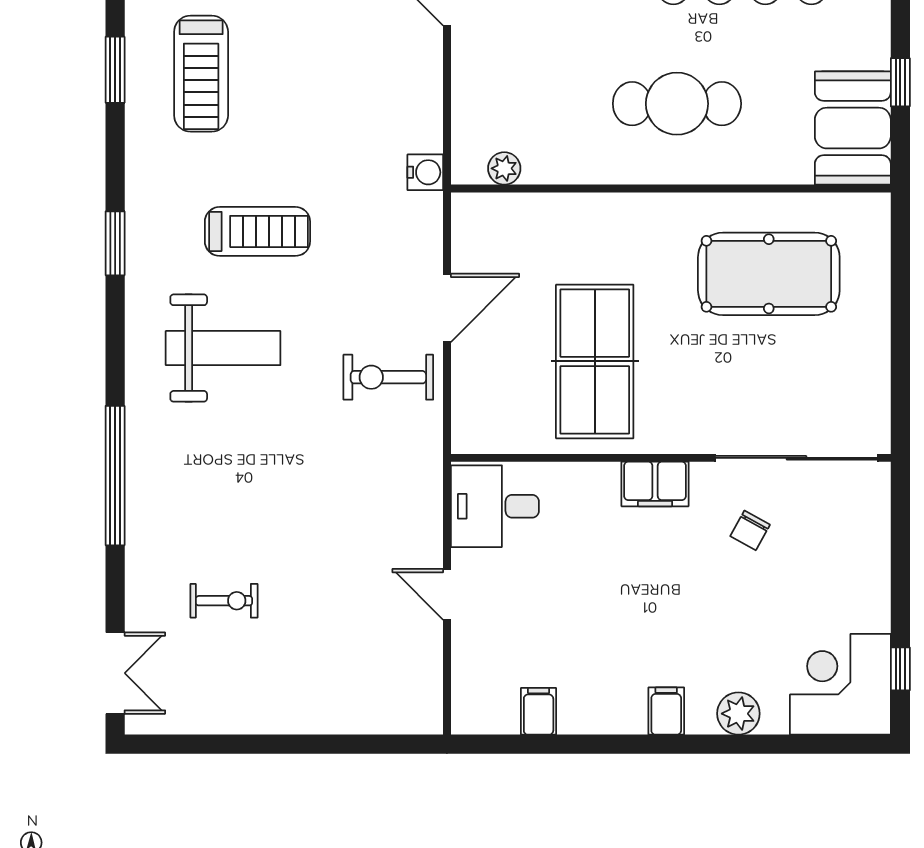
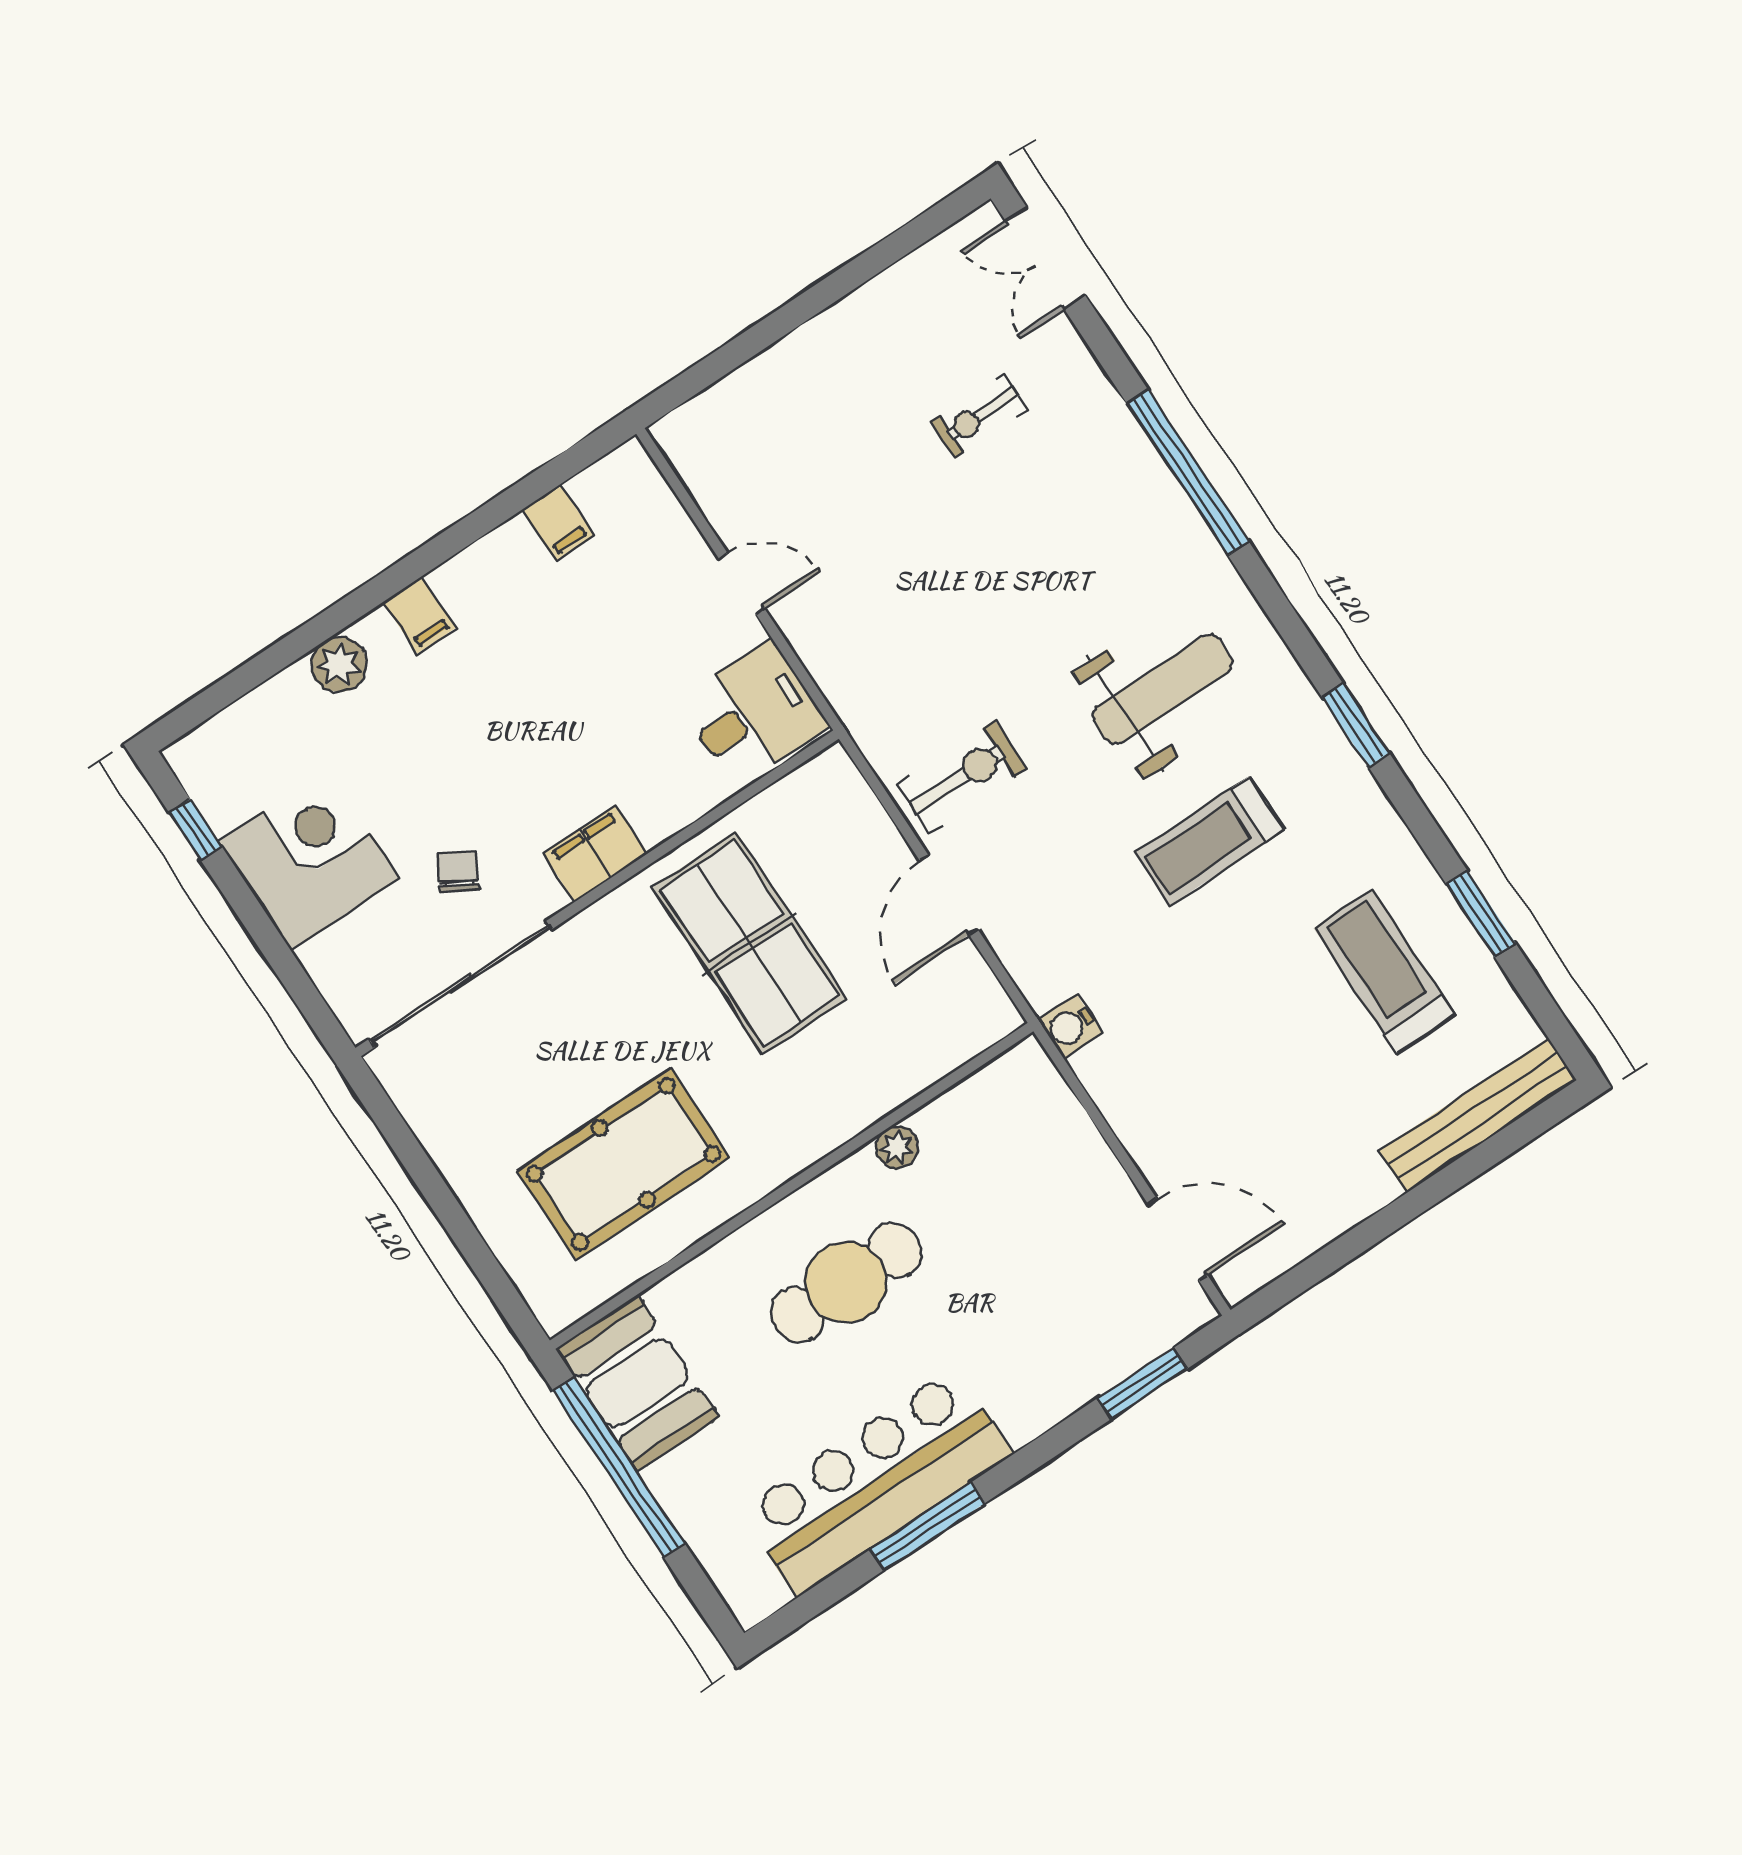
window: (900, 82) -> (619, 1467), width x3.17
plant: (504, 168) -> (897, 1147), moved
weight bench: (223, 348) -> (1163, 689), turned 180
corner desk: (840, 684) -> (309, 859), moved, turned -90

